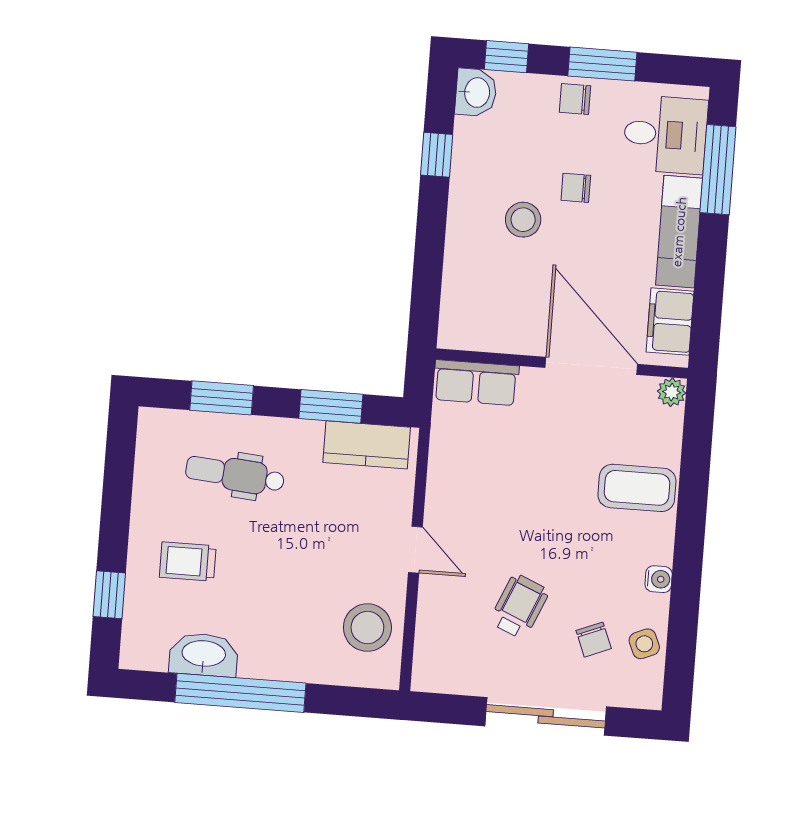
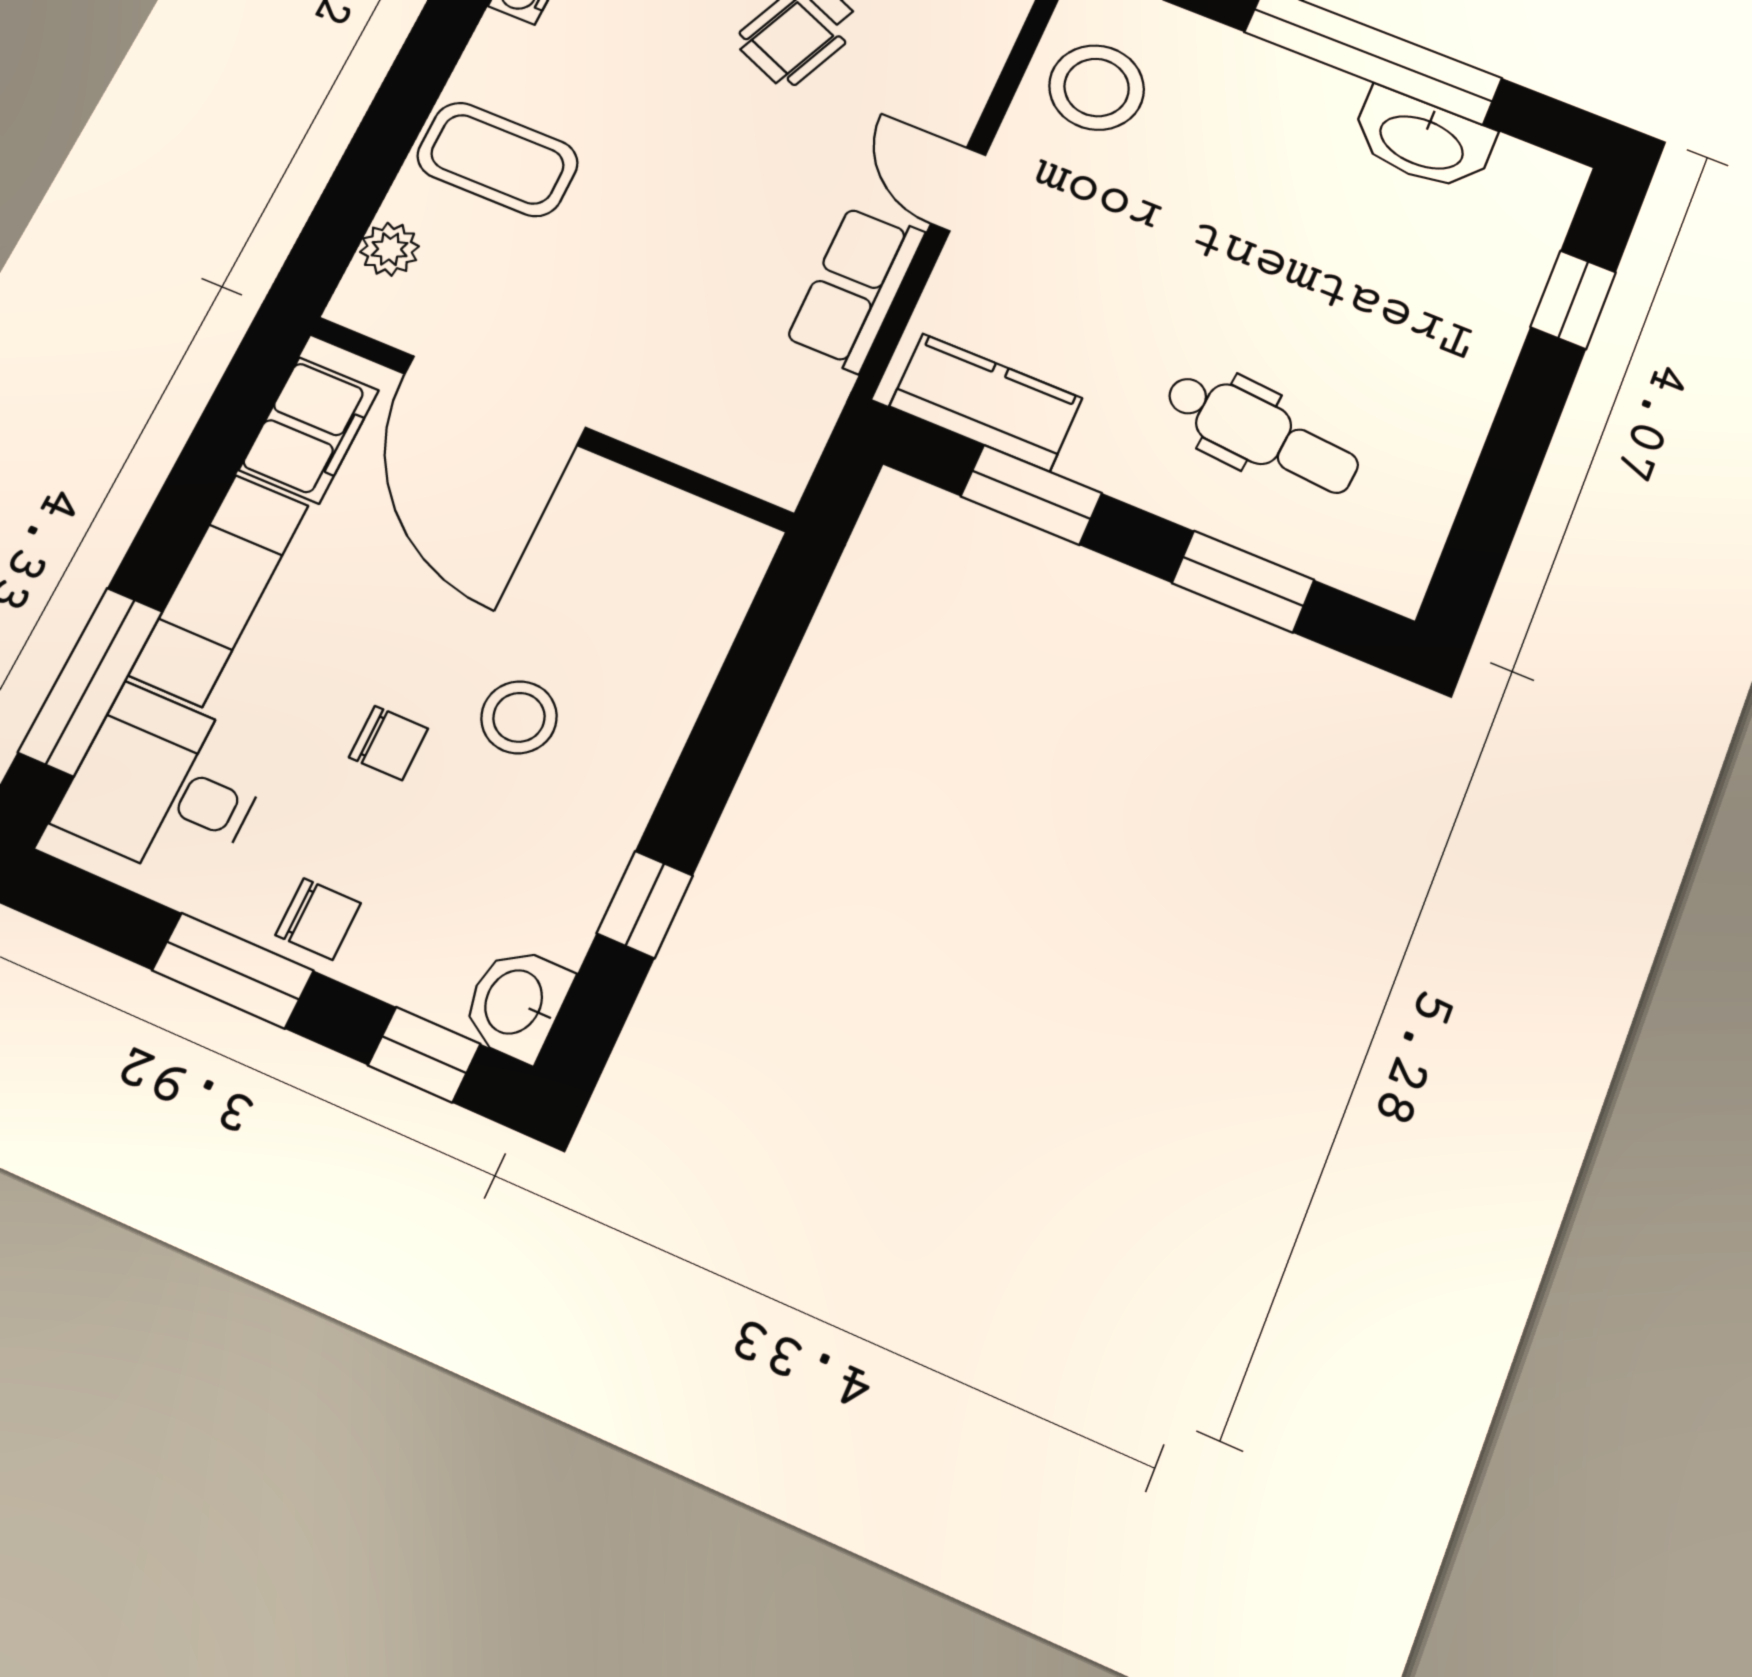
row of seats: (476, 383) -> (855, 288), moved, turned -90
plant: (672, 392) -> (390, 249), moved
trolley: (188, 561) -> (1403, 309), removed

